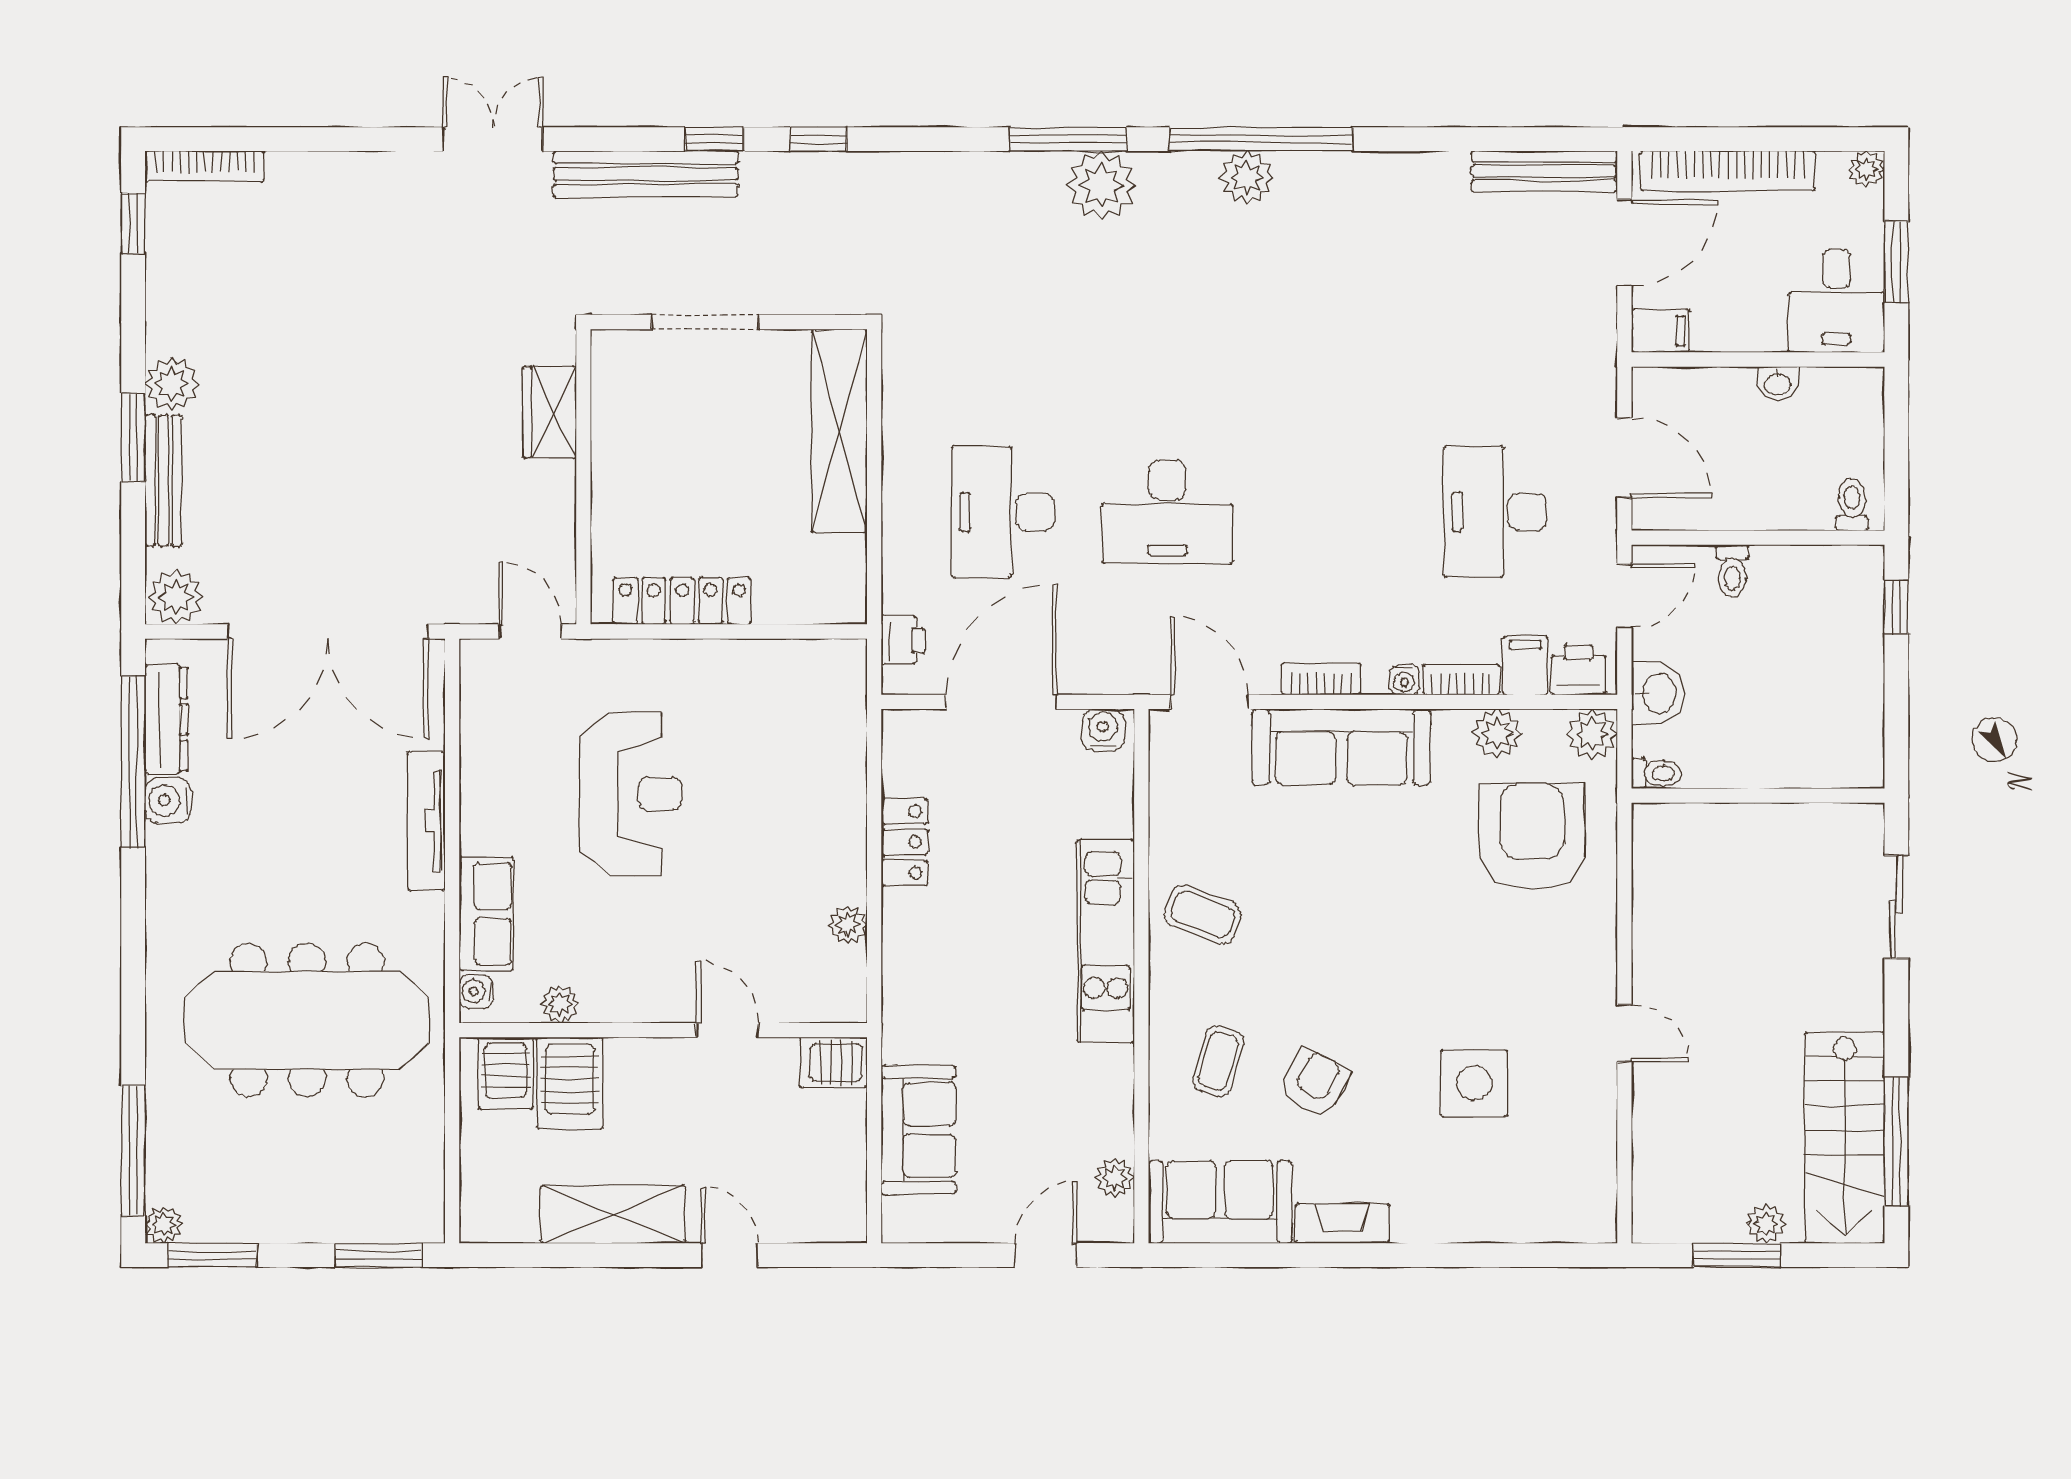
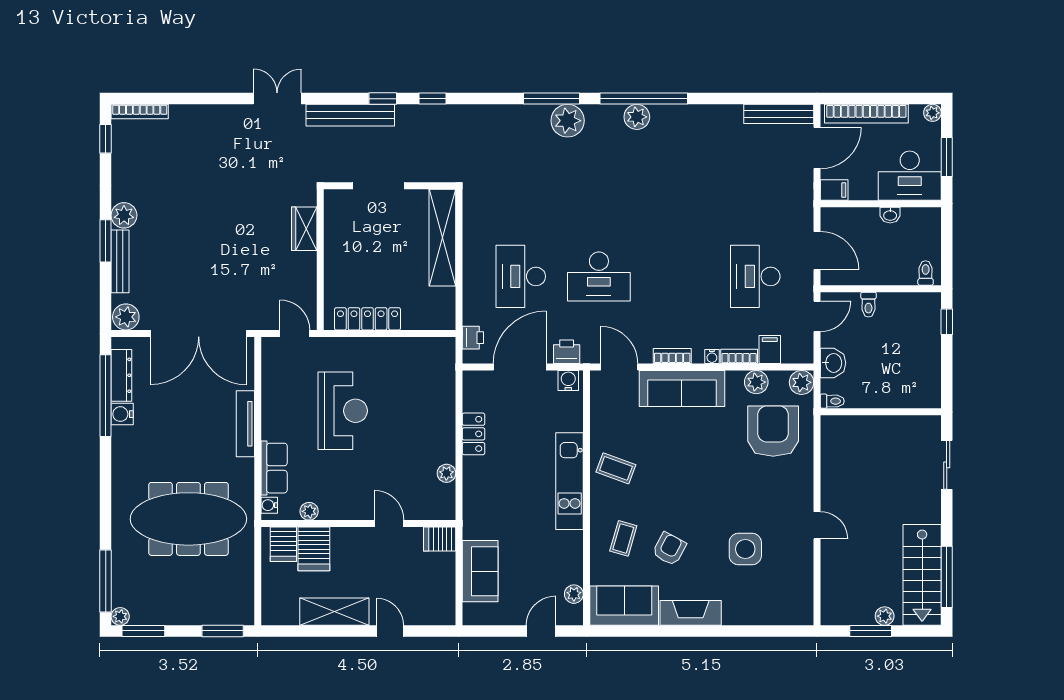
desk: (1837, 301) -> (910, 176), width x1.37
printer: (1578, 670) -> (567, 352), moved
fireplace: (1342, 1223) -> (691, 613), width x1.37, depth x1.32

